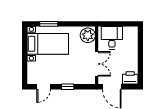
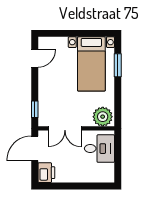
door: (44, 87) -> (35, 58), swing flipped
window: (68, 87) -> (35, 109), moved

